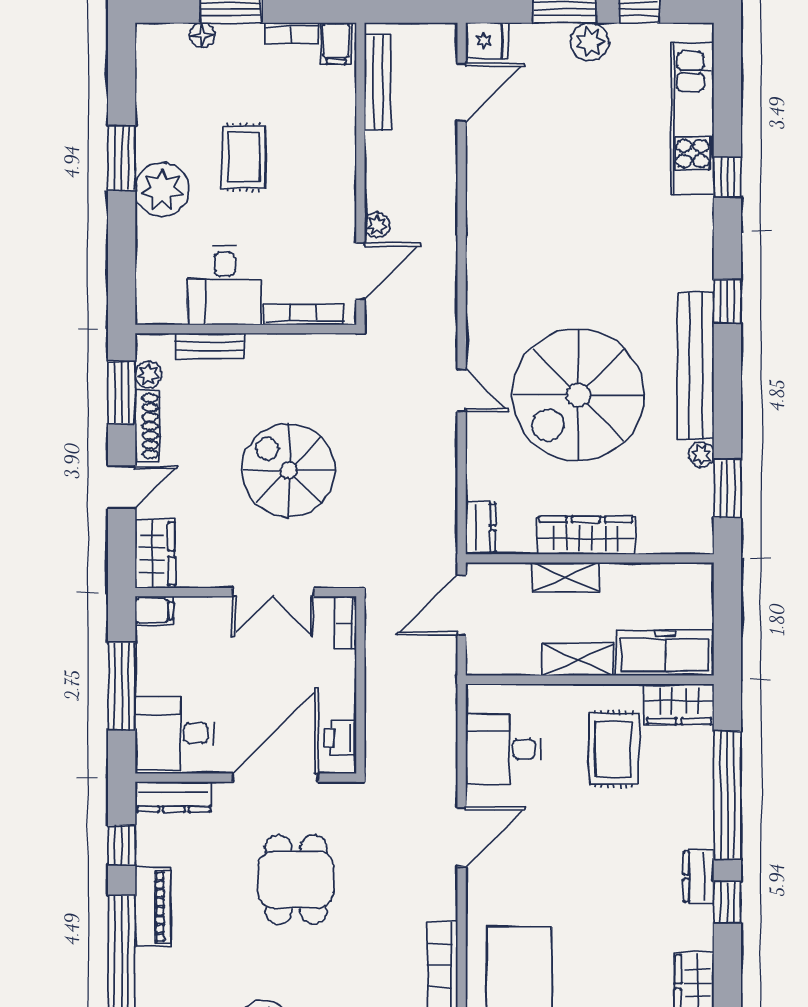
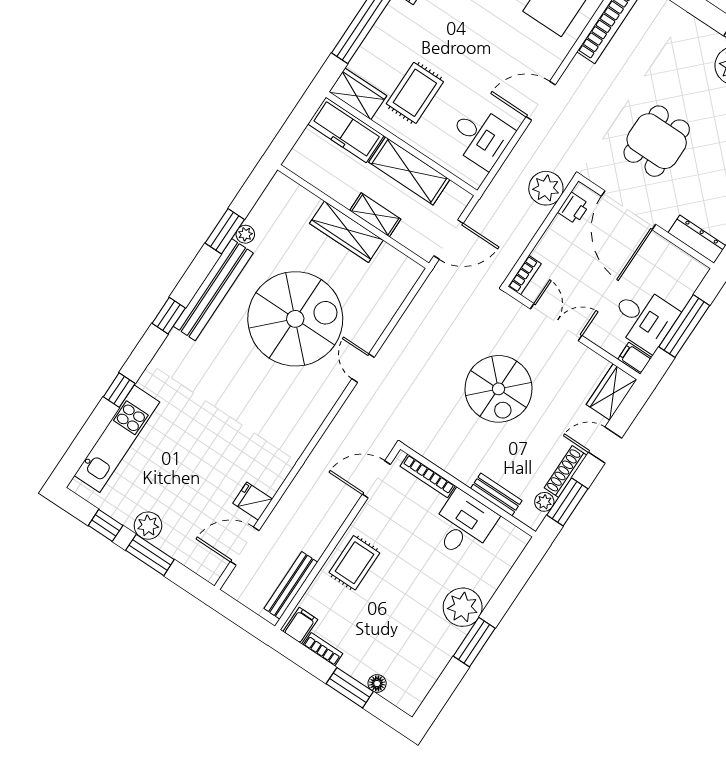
fridge: (487, 41) -> (253, 501), moved
rug: (244, 157) -> (354, 563), moved
plant: (377, 225) -> (546, 188), moved, width x1.87, depth x1.87
window: (727, 489) -> (225, 231), moved
dresser: (480, 528) -> (407, 278), removed
shelving: (578, 660) -> (409, 171), width x1.50, depth x1.33
desk: (174, 733) -> (644, 318), moved
door: (275, 778) -> (628, 210), hinge flipped

